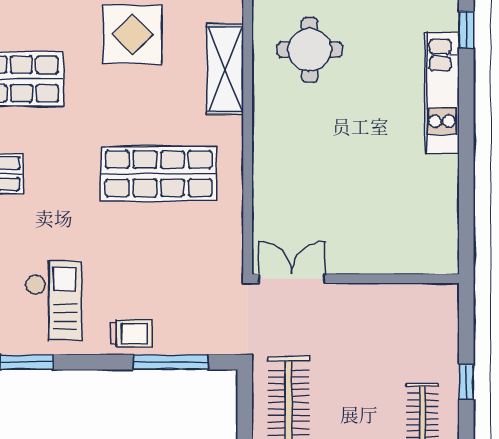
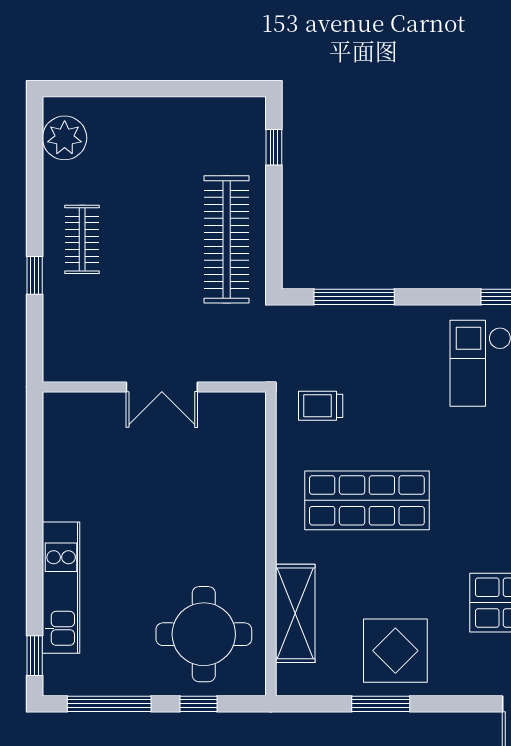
round table: (310, 50) -> (204, 634), width x1.36, depth x1.36
double door: (292, 279) -> (162, 387), moved
trolley: (131, 333) -> (321, 406), moved

